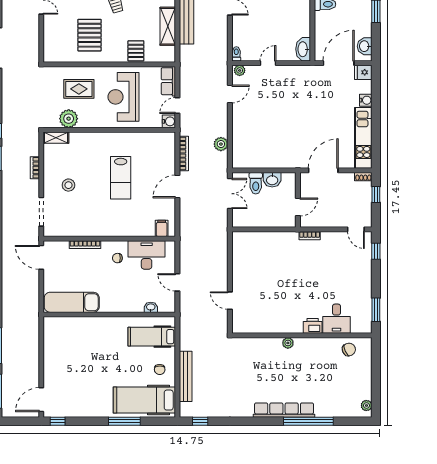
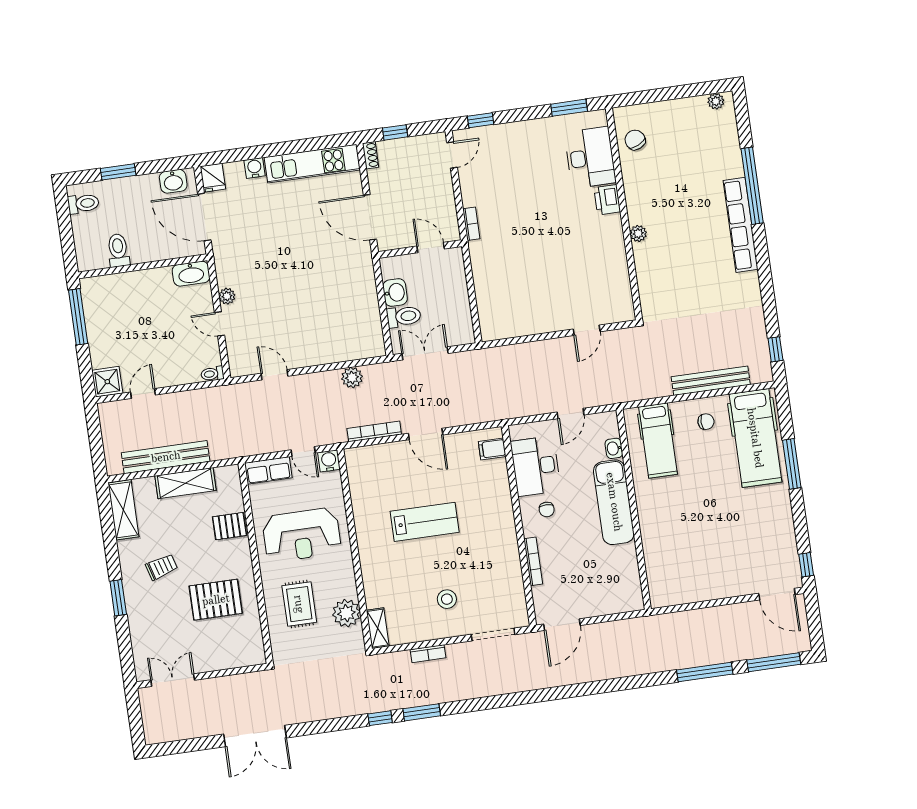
plant: (240, 70) -> (227, 296), moved
exam couch: (72, 302) -> (614, 502), moved
desk: (336, 319) -> (590, 158), width x1.37

